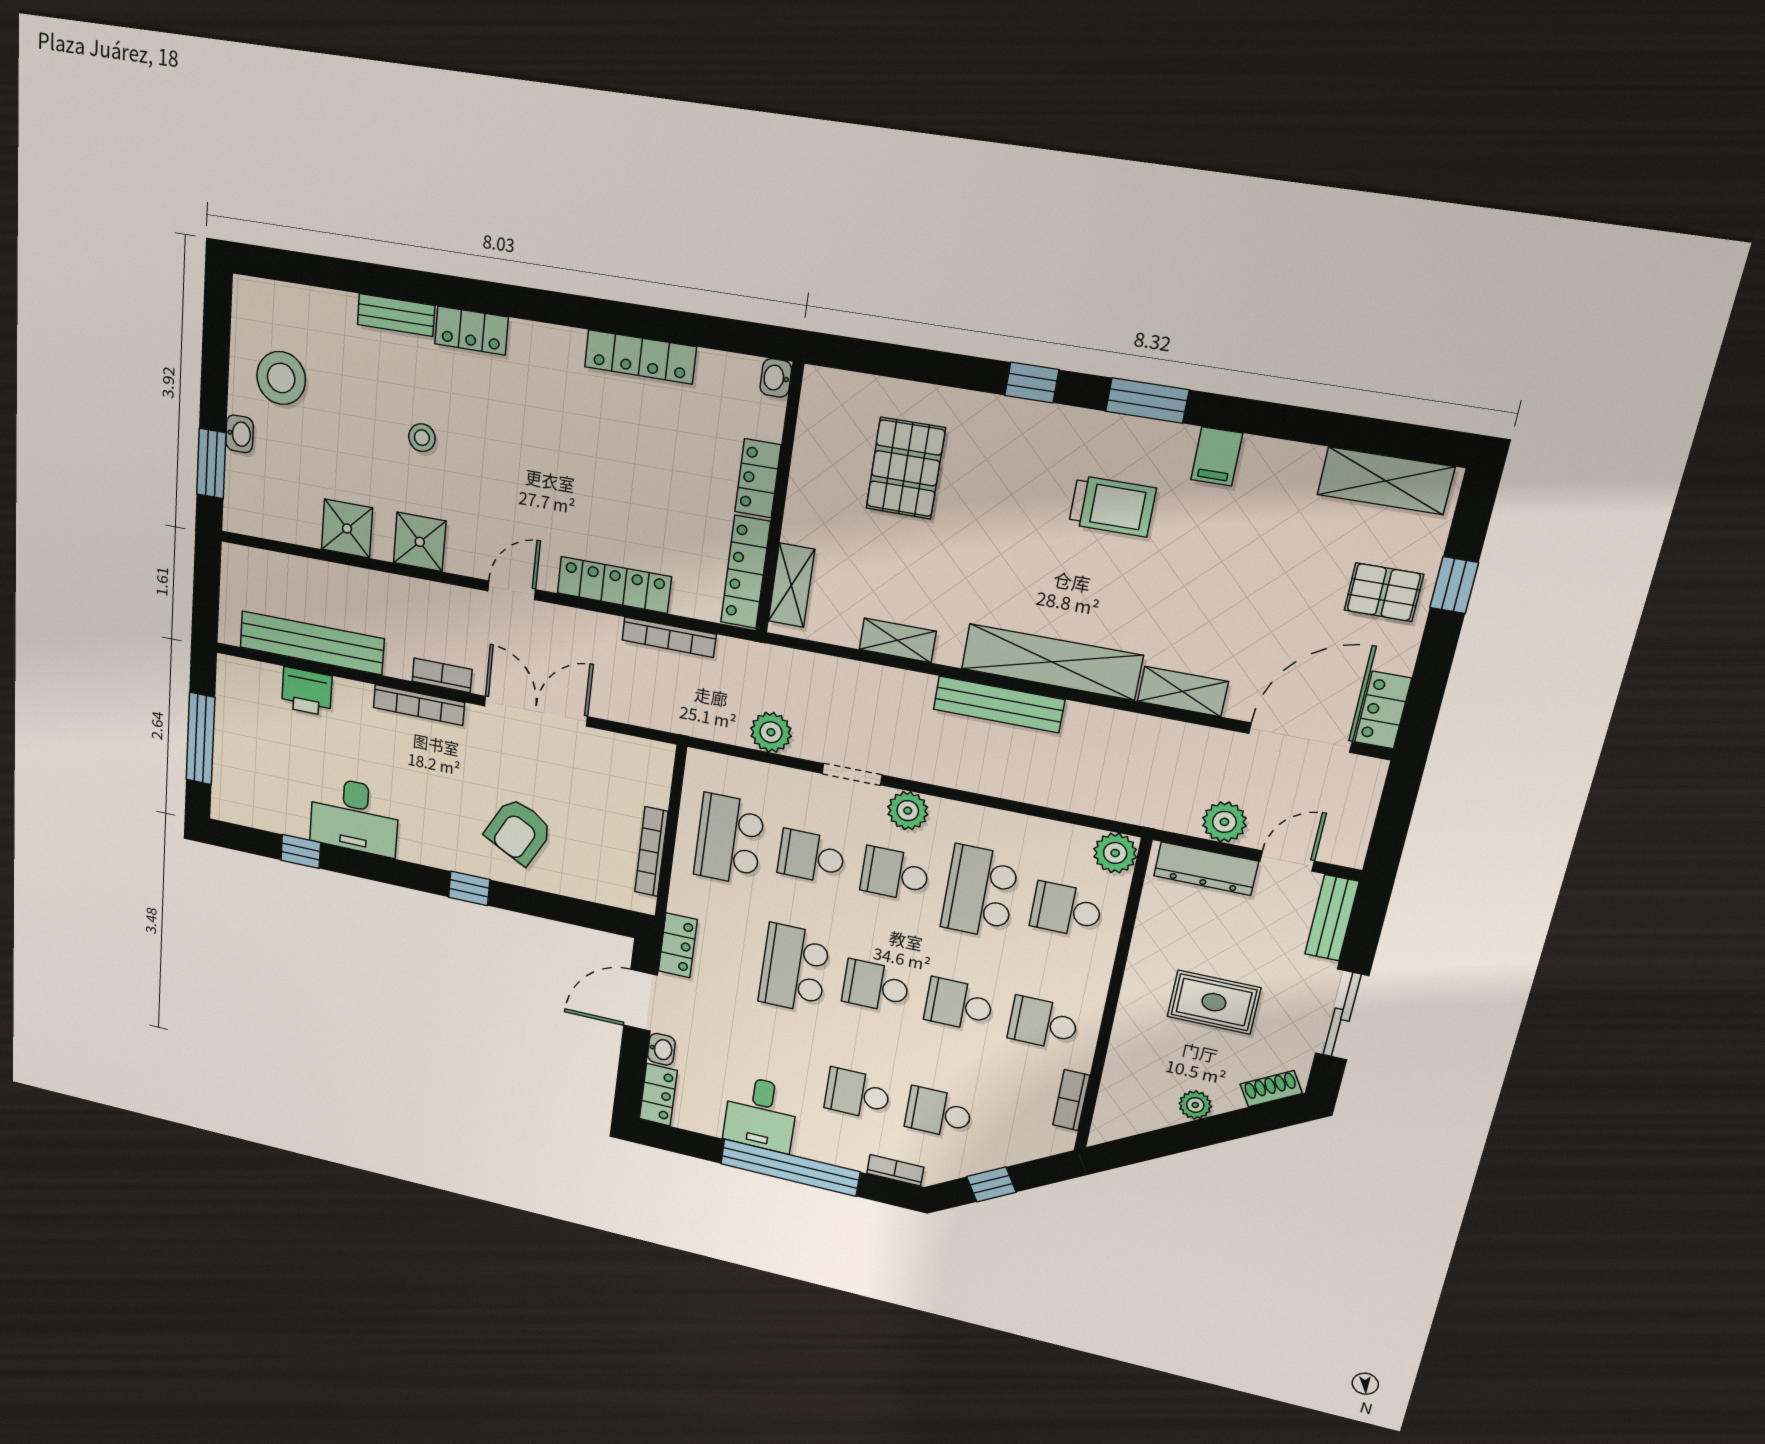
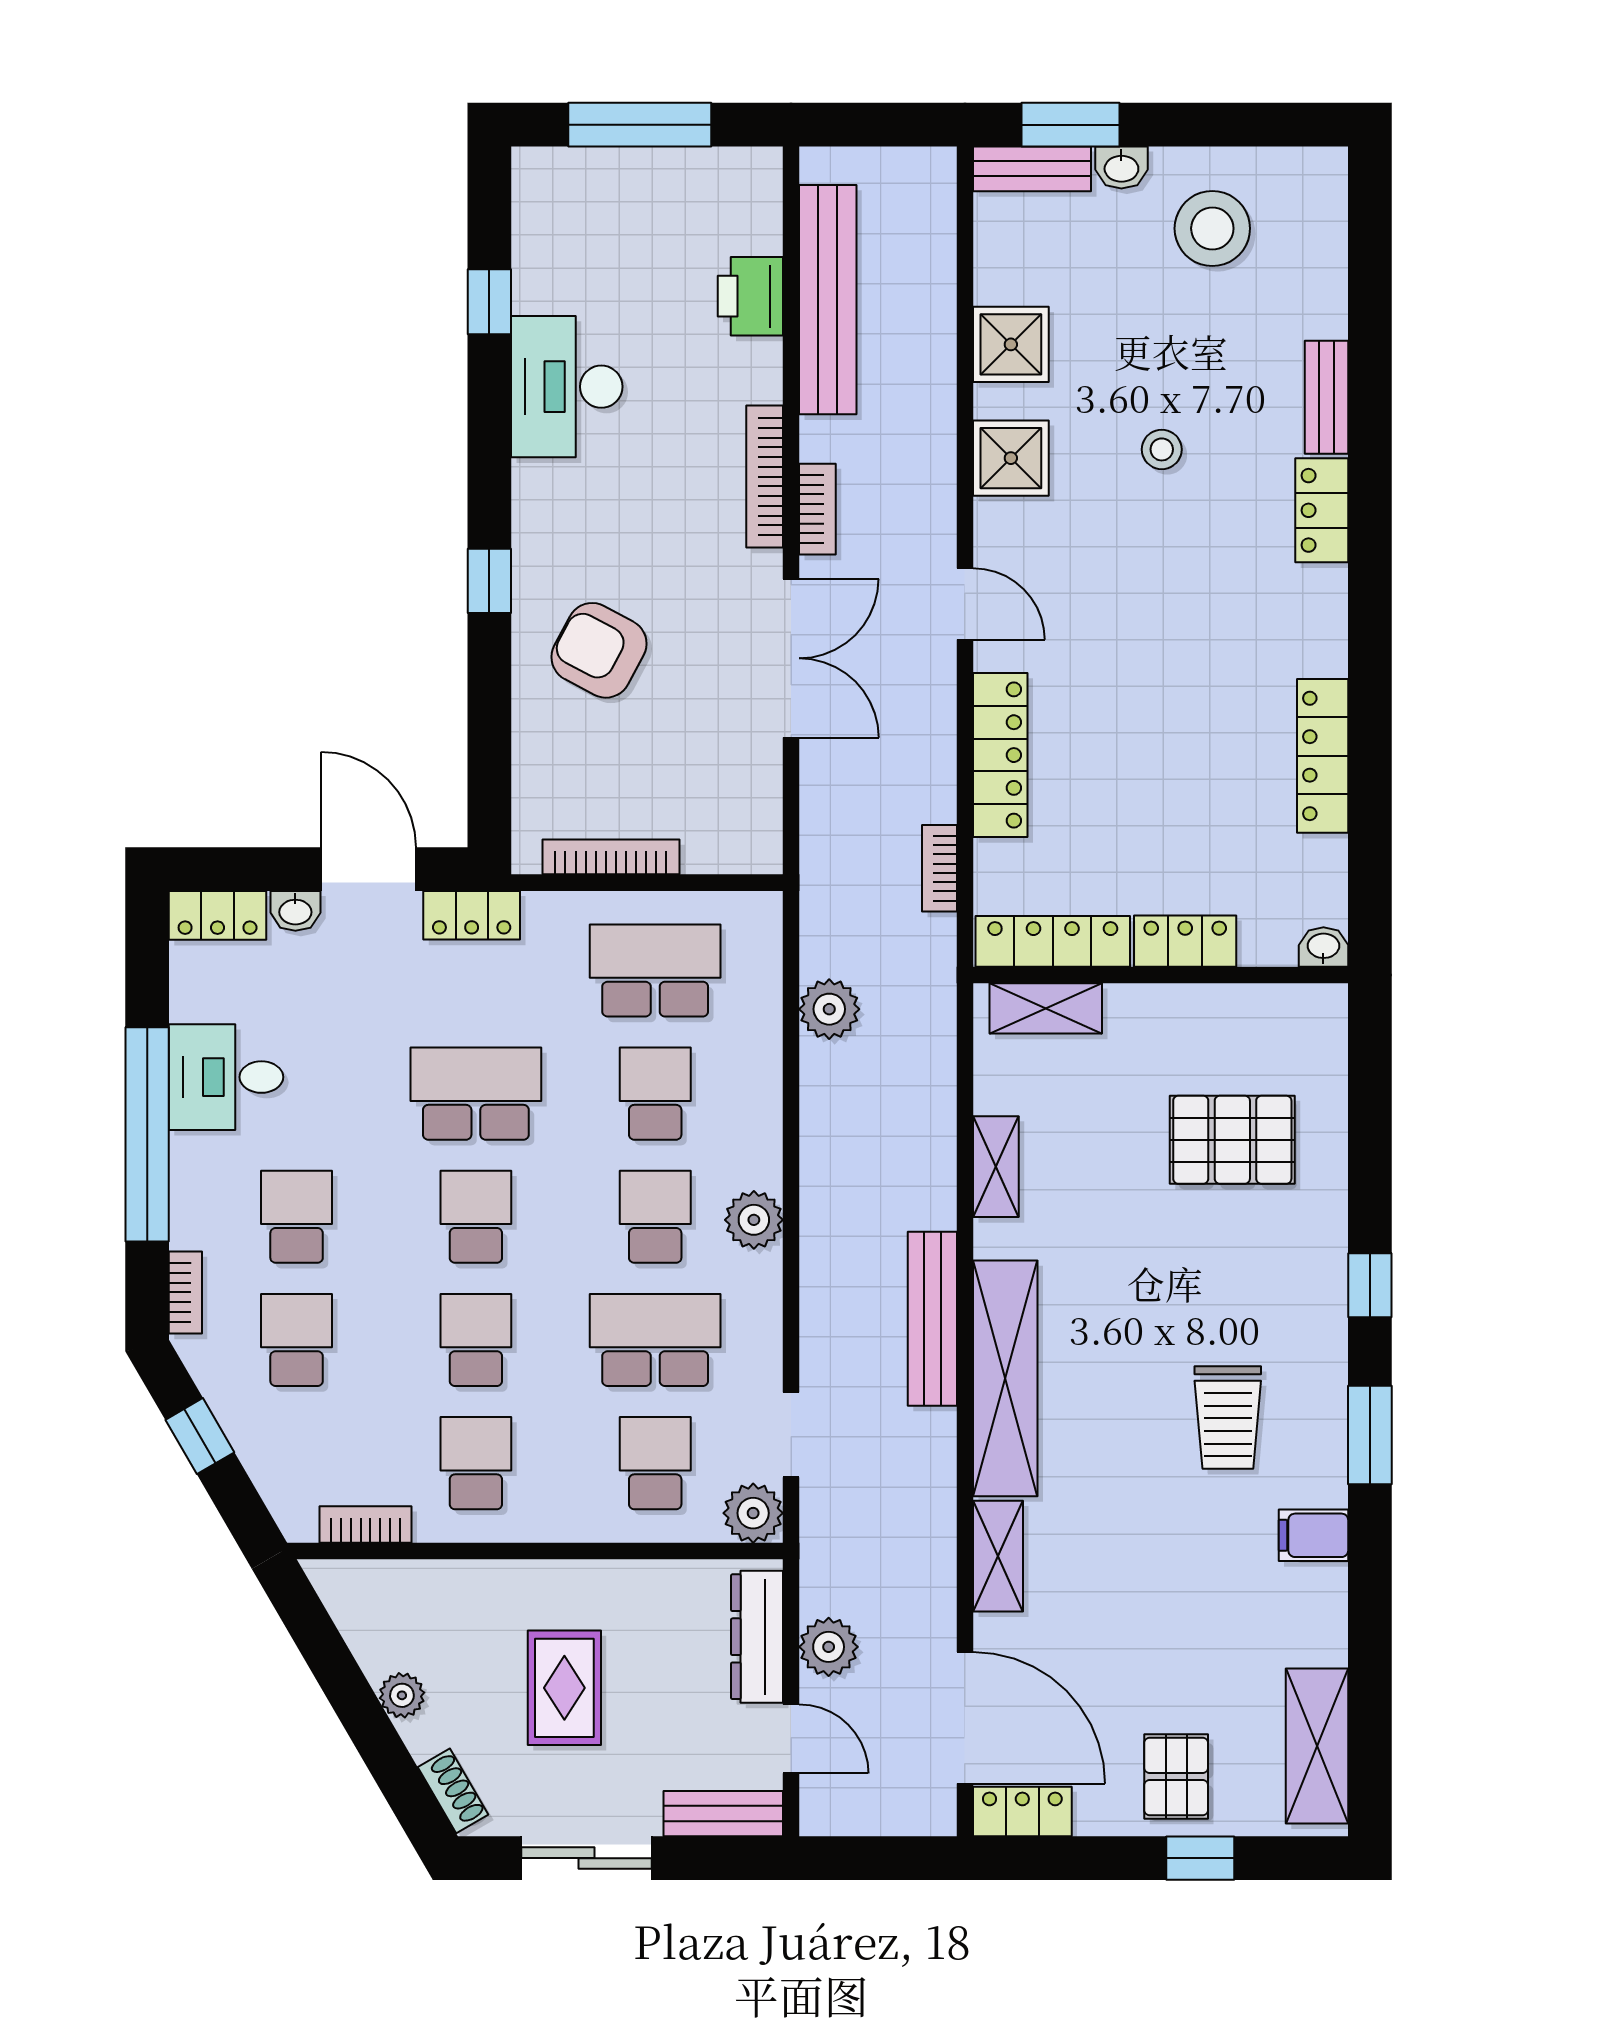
bench: (238, 494) -> (1032, 169), added
bookcase: (669, 637) -> (939, 868), width x0.64
doorway: (852, 774) -> (791, 1435), moved

